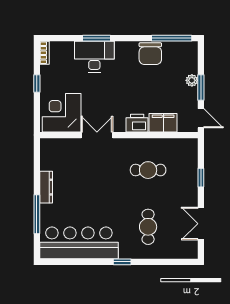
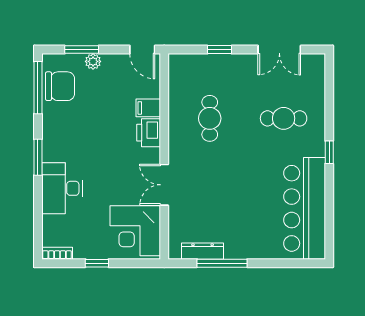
window: (96, 38) -> (38, 157), moved
chair: (150, 54) -> (60, 86), moved
window: (201, 87) -> (82, 50), moved
door: (201, 118) -> (142, 50), swing flipped
filing cabinet: (163, 123) -> (148, 108), width x0.50
dresser: (46, 187) -> (203, 251), moved
window: (37, 214) -> (222, 263), moved

